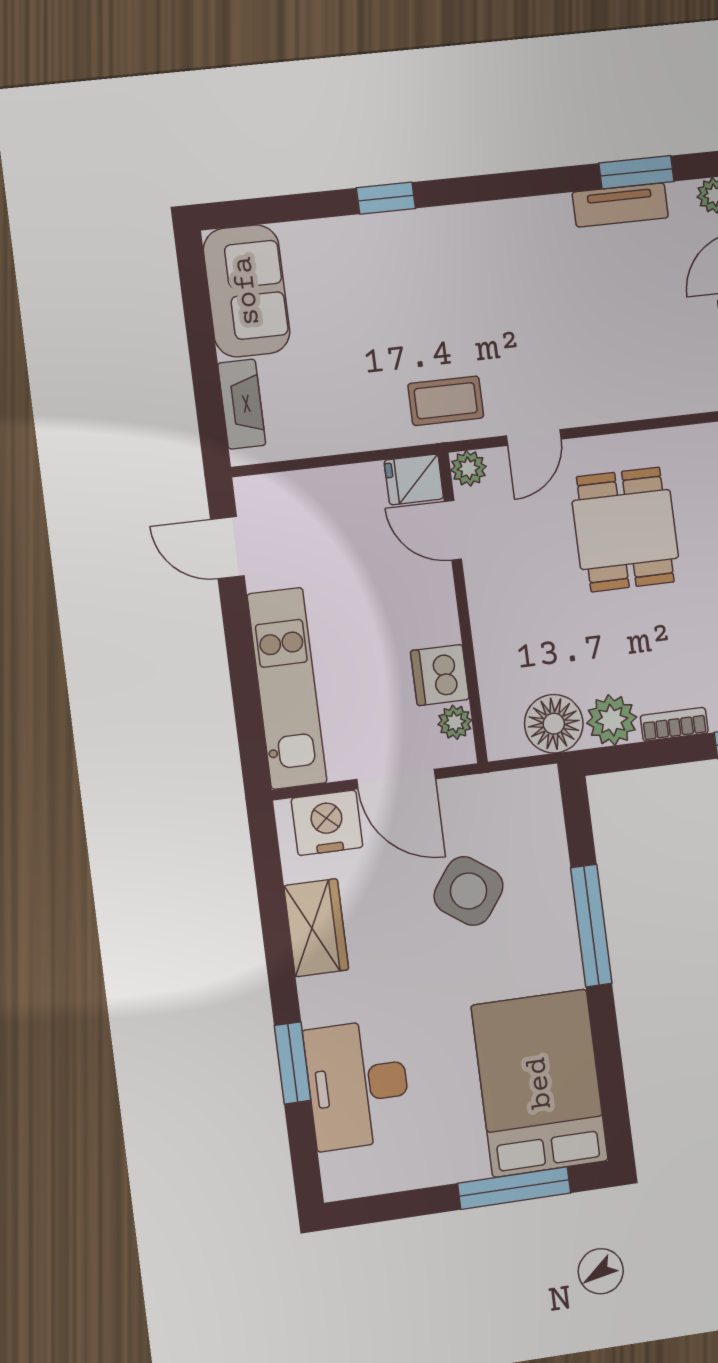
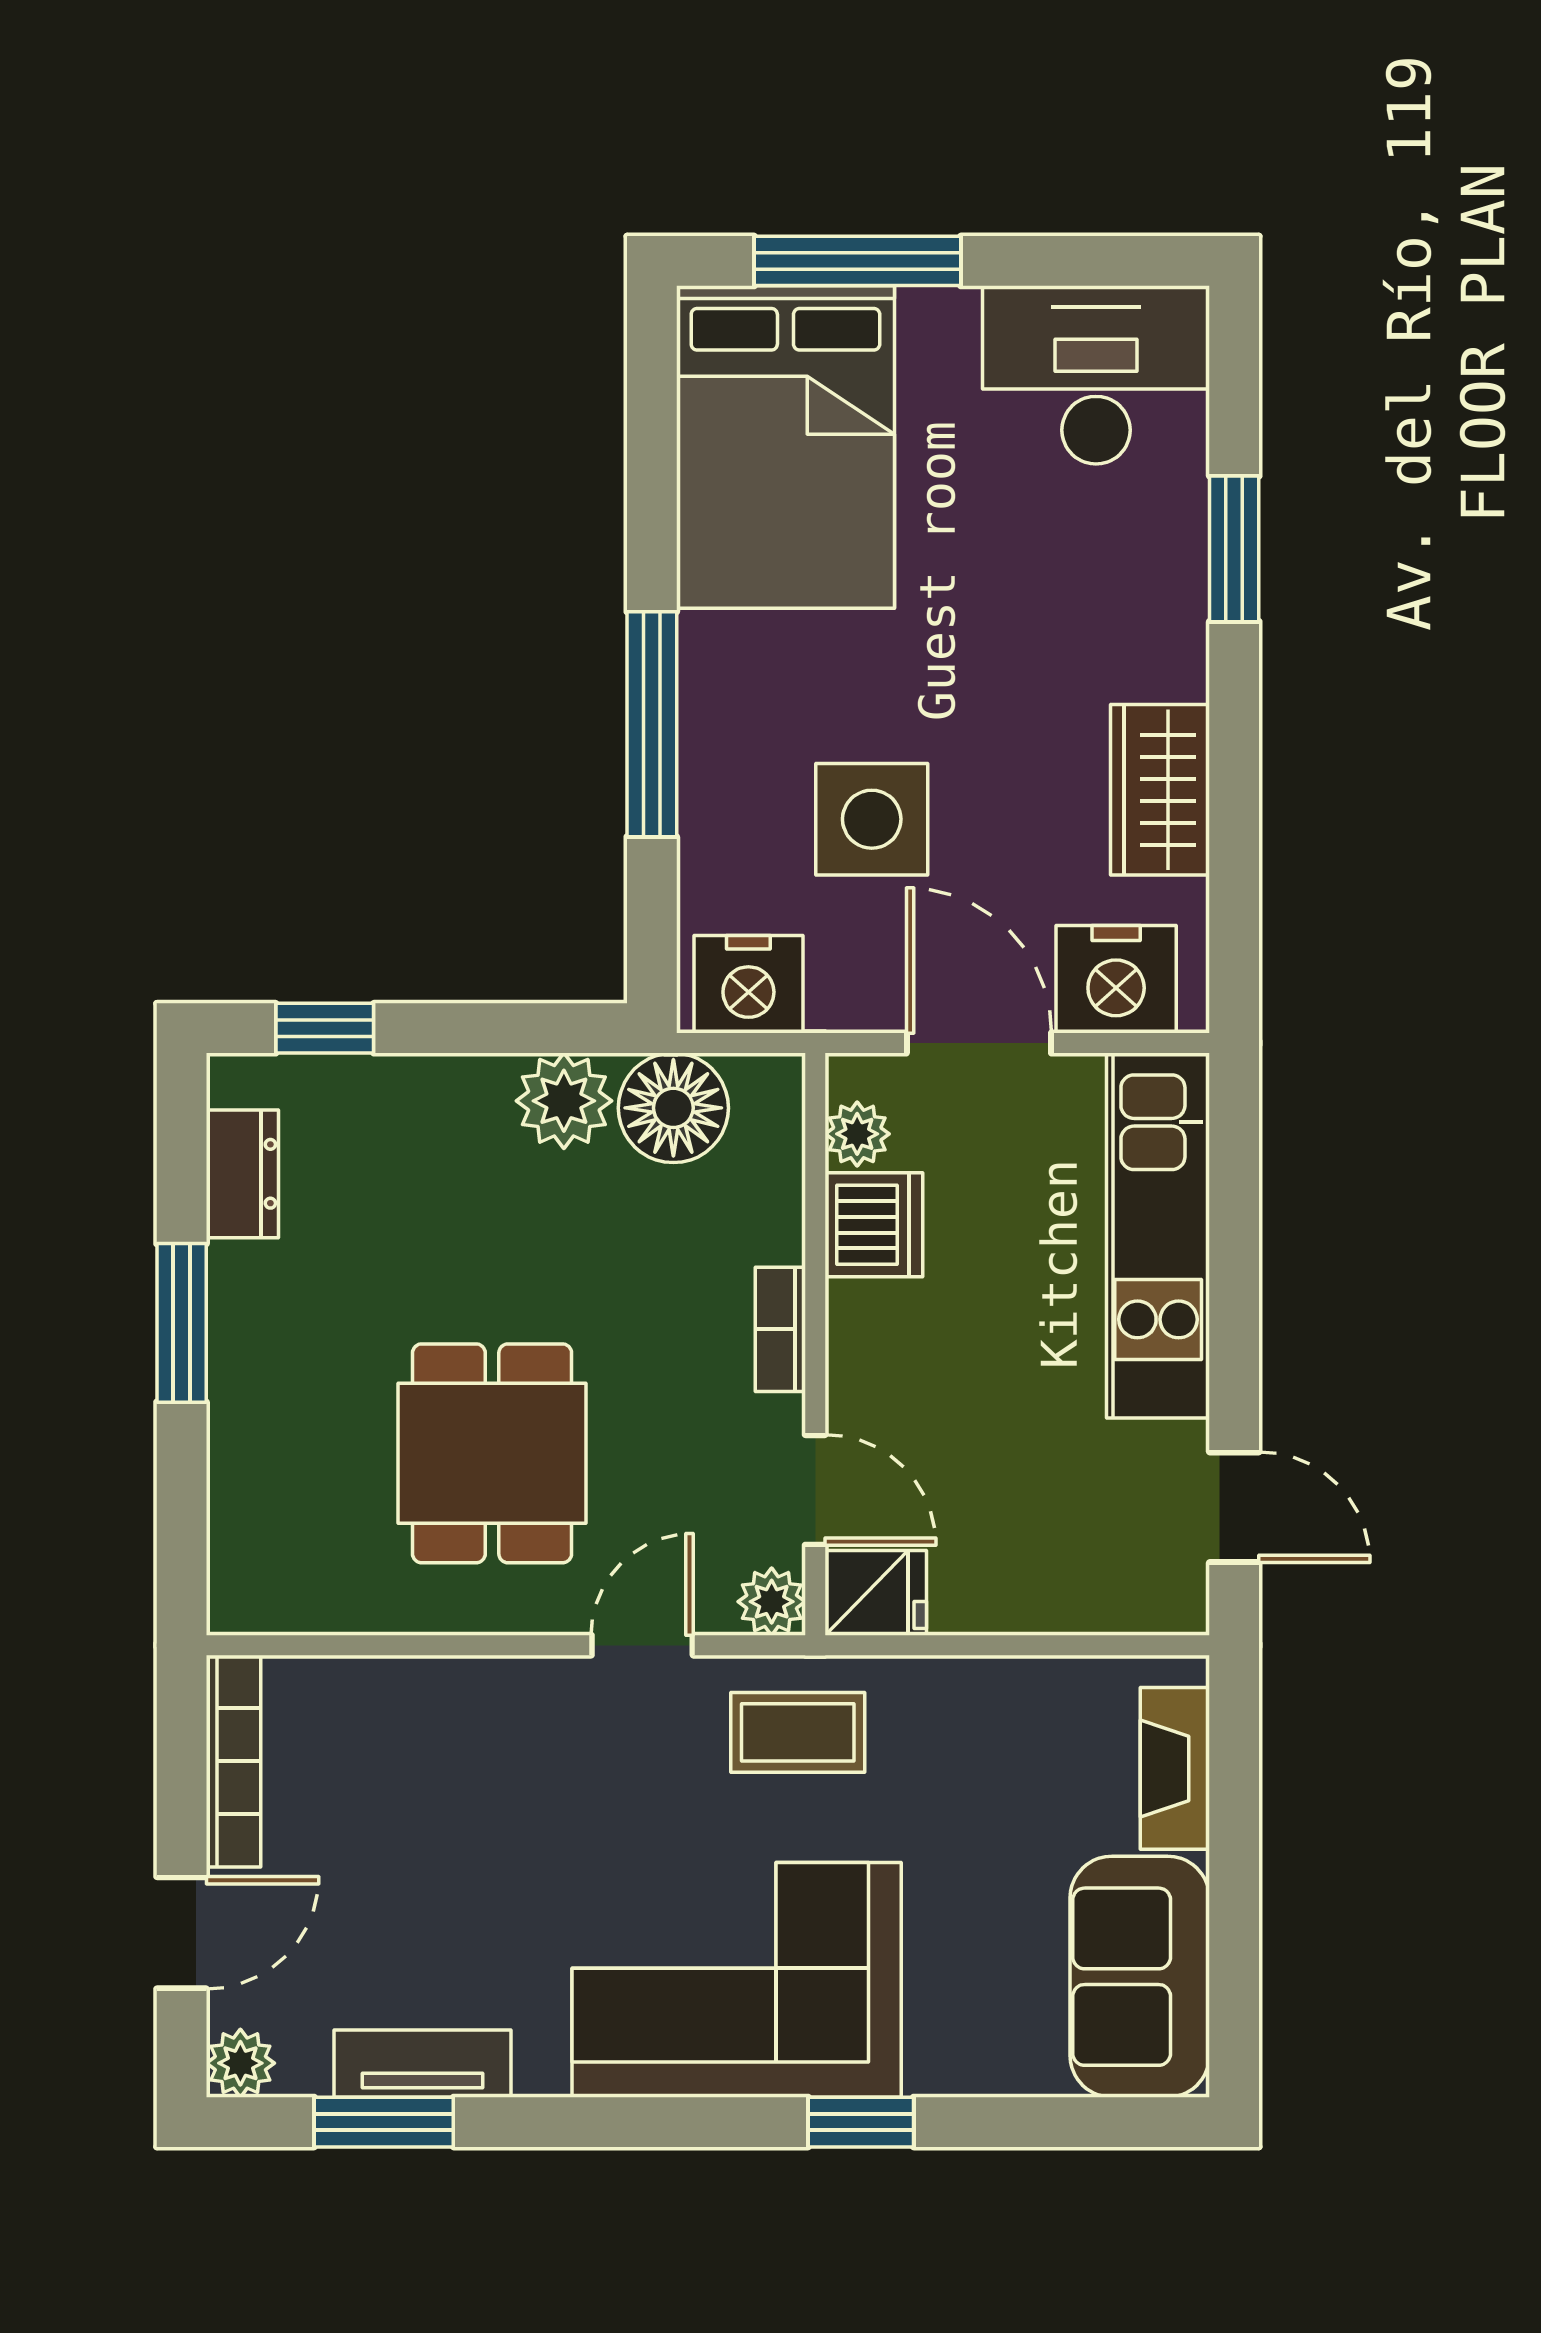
corner sofa: (461, 266) -> (737, 1980), added
bookcase: (674, 724) -> (780, 1329), moved, turned 90
nightstand: (523, 794) -> (748, 984), added
side table: (469, 891) -> (872, 819), turned -36
desk: (358, 1085) -> (1096, 375), moved, turned -90

